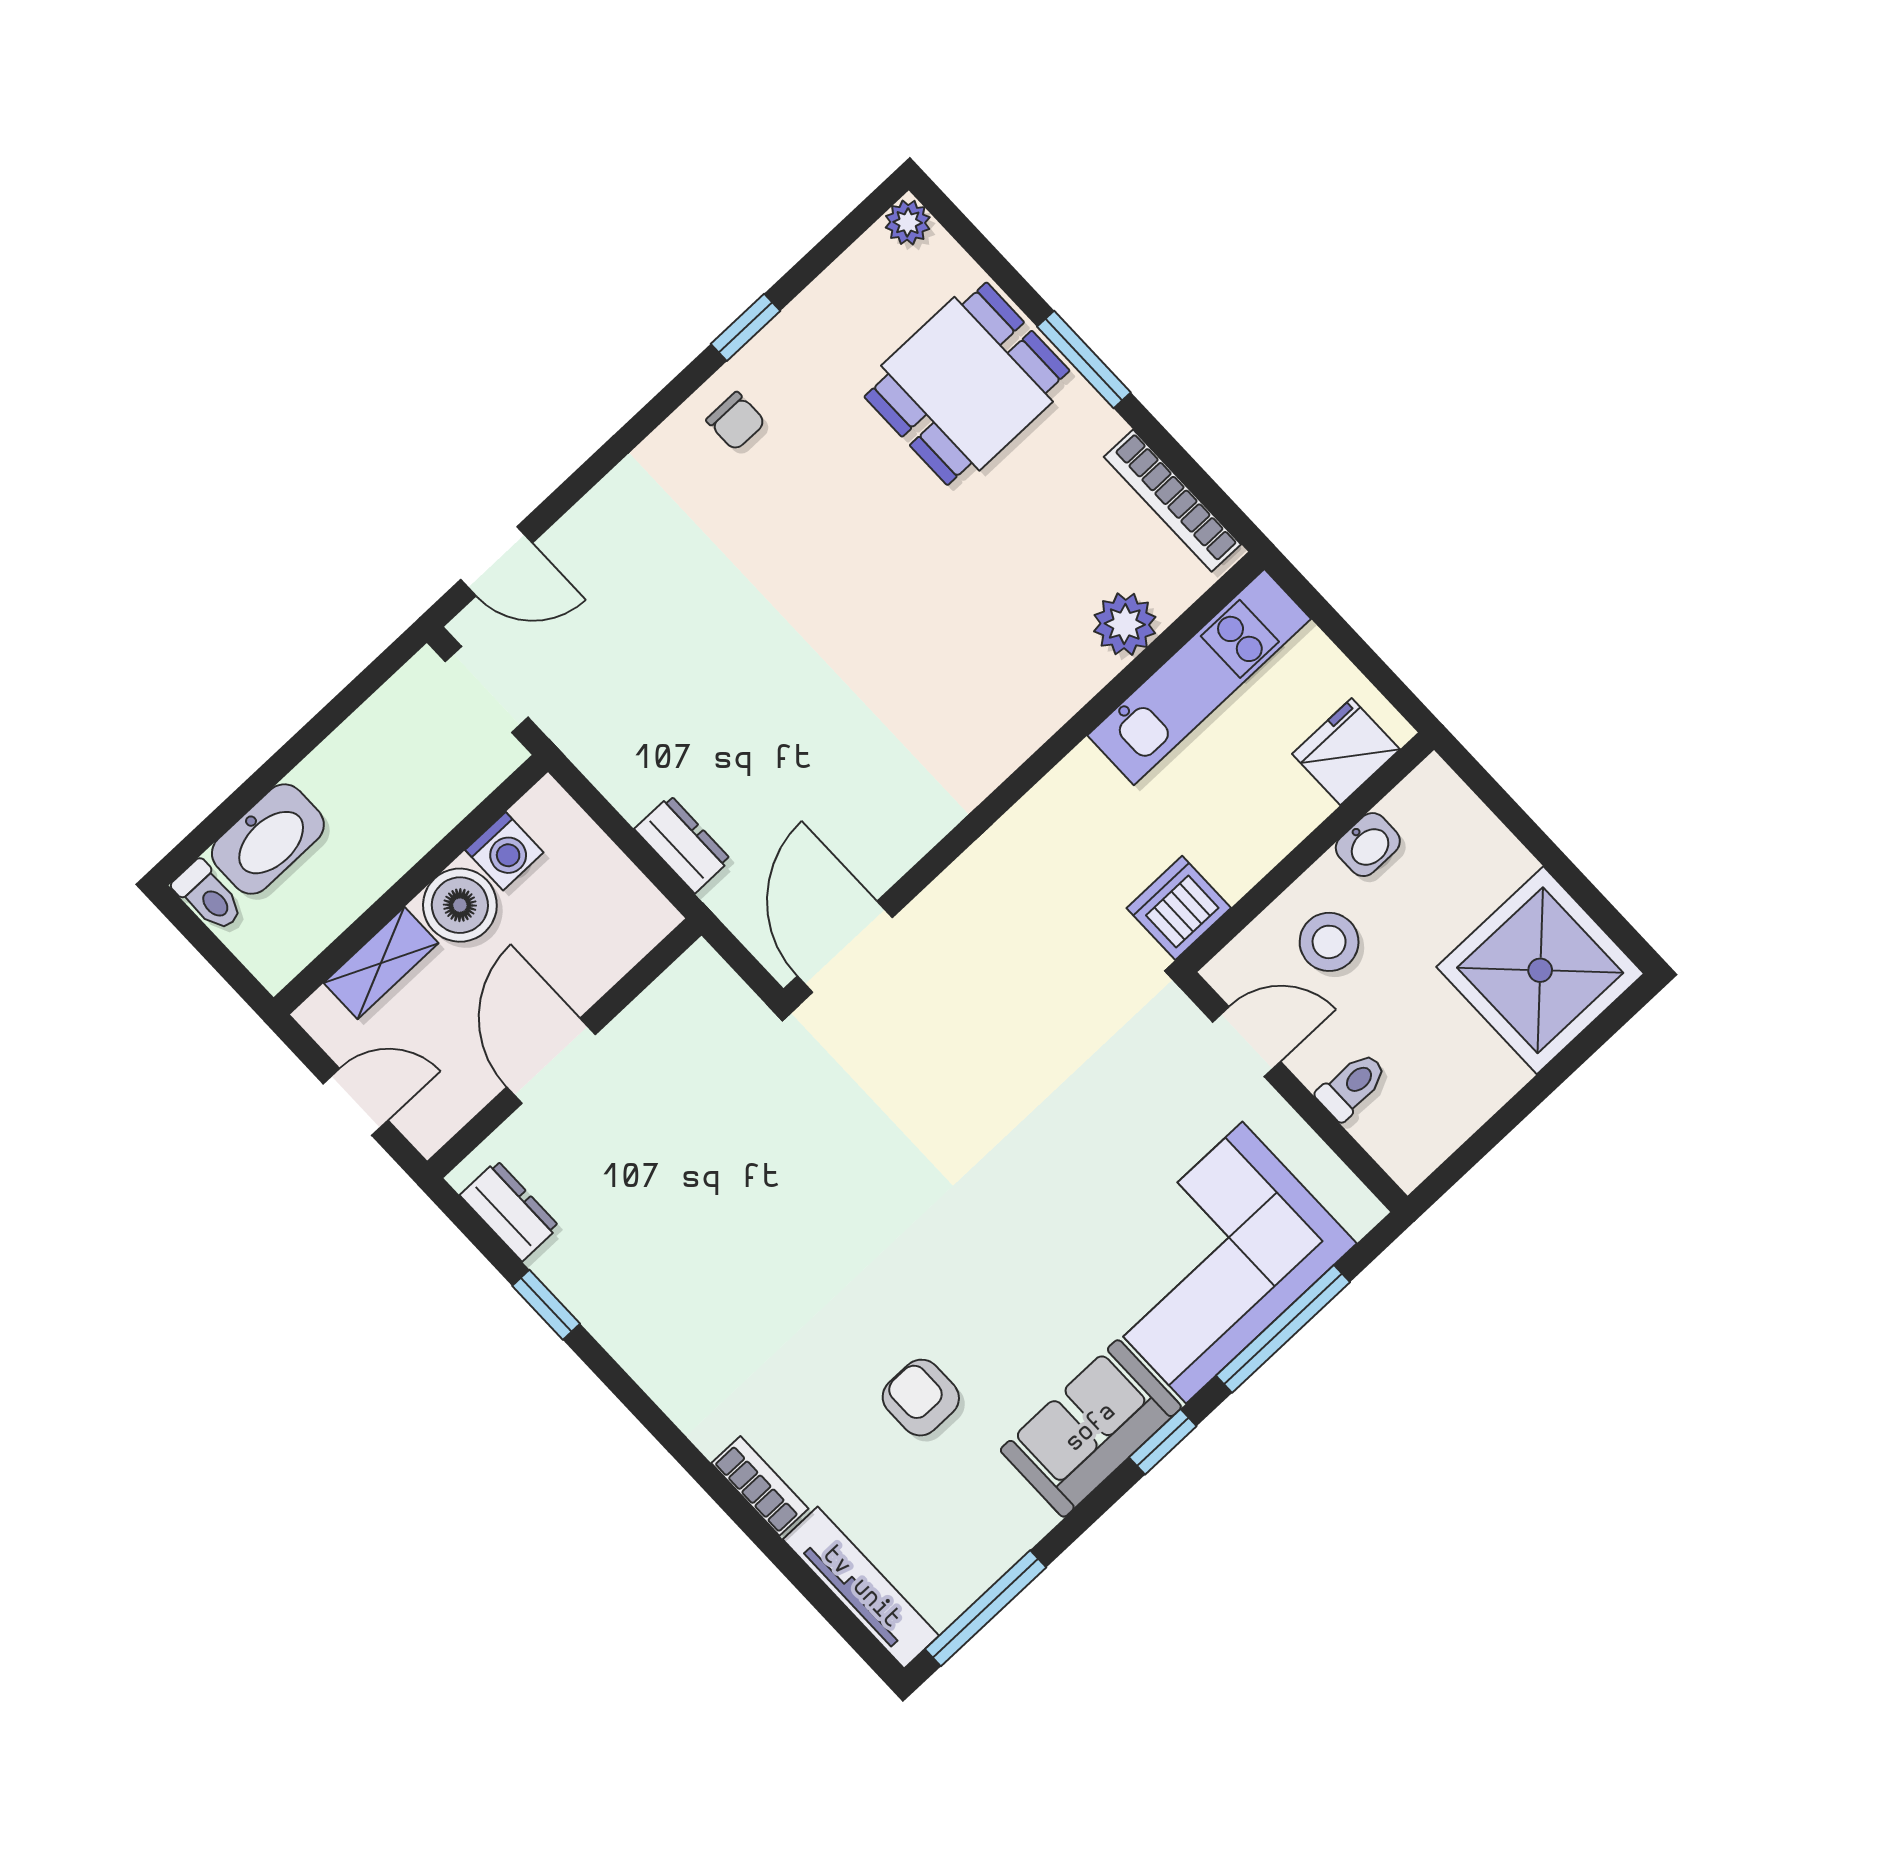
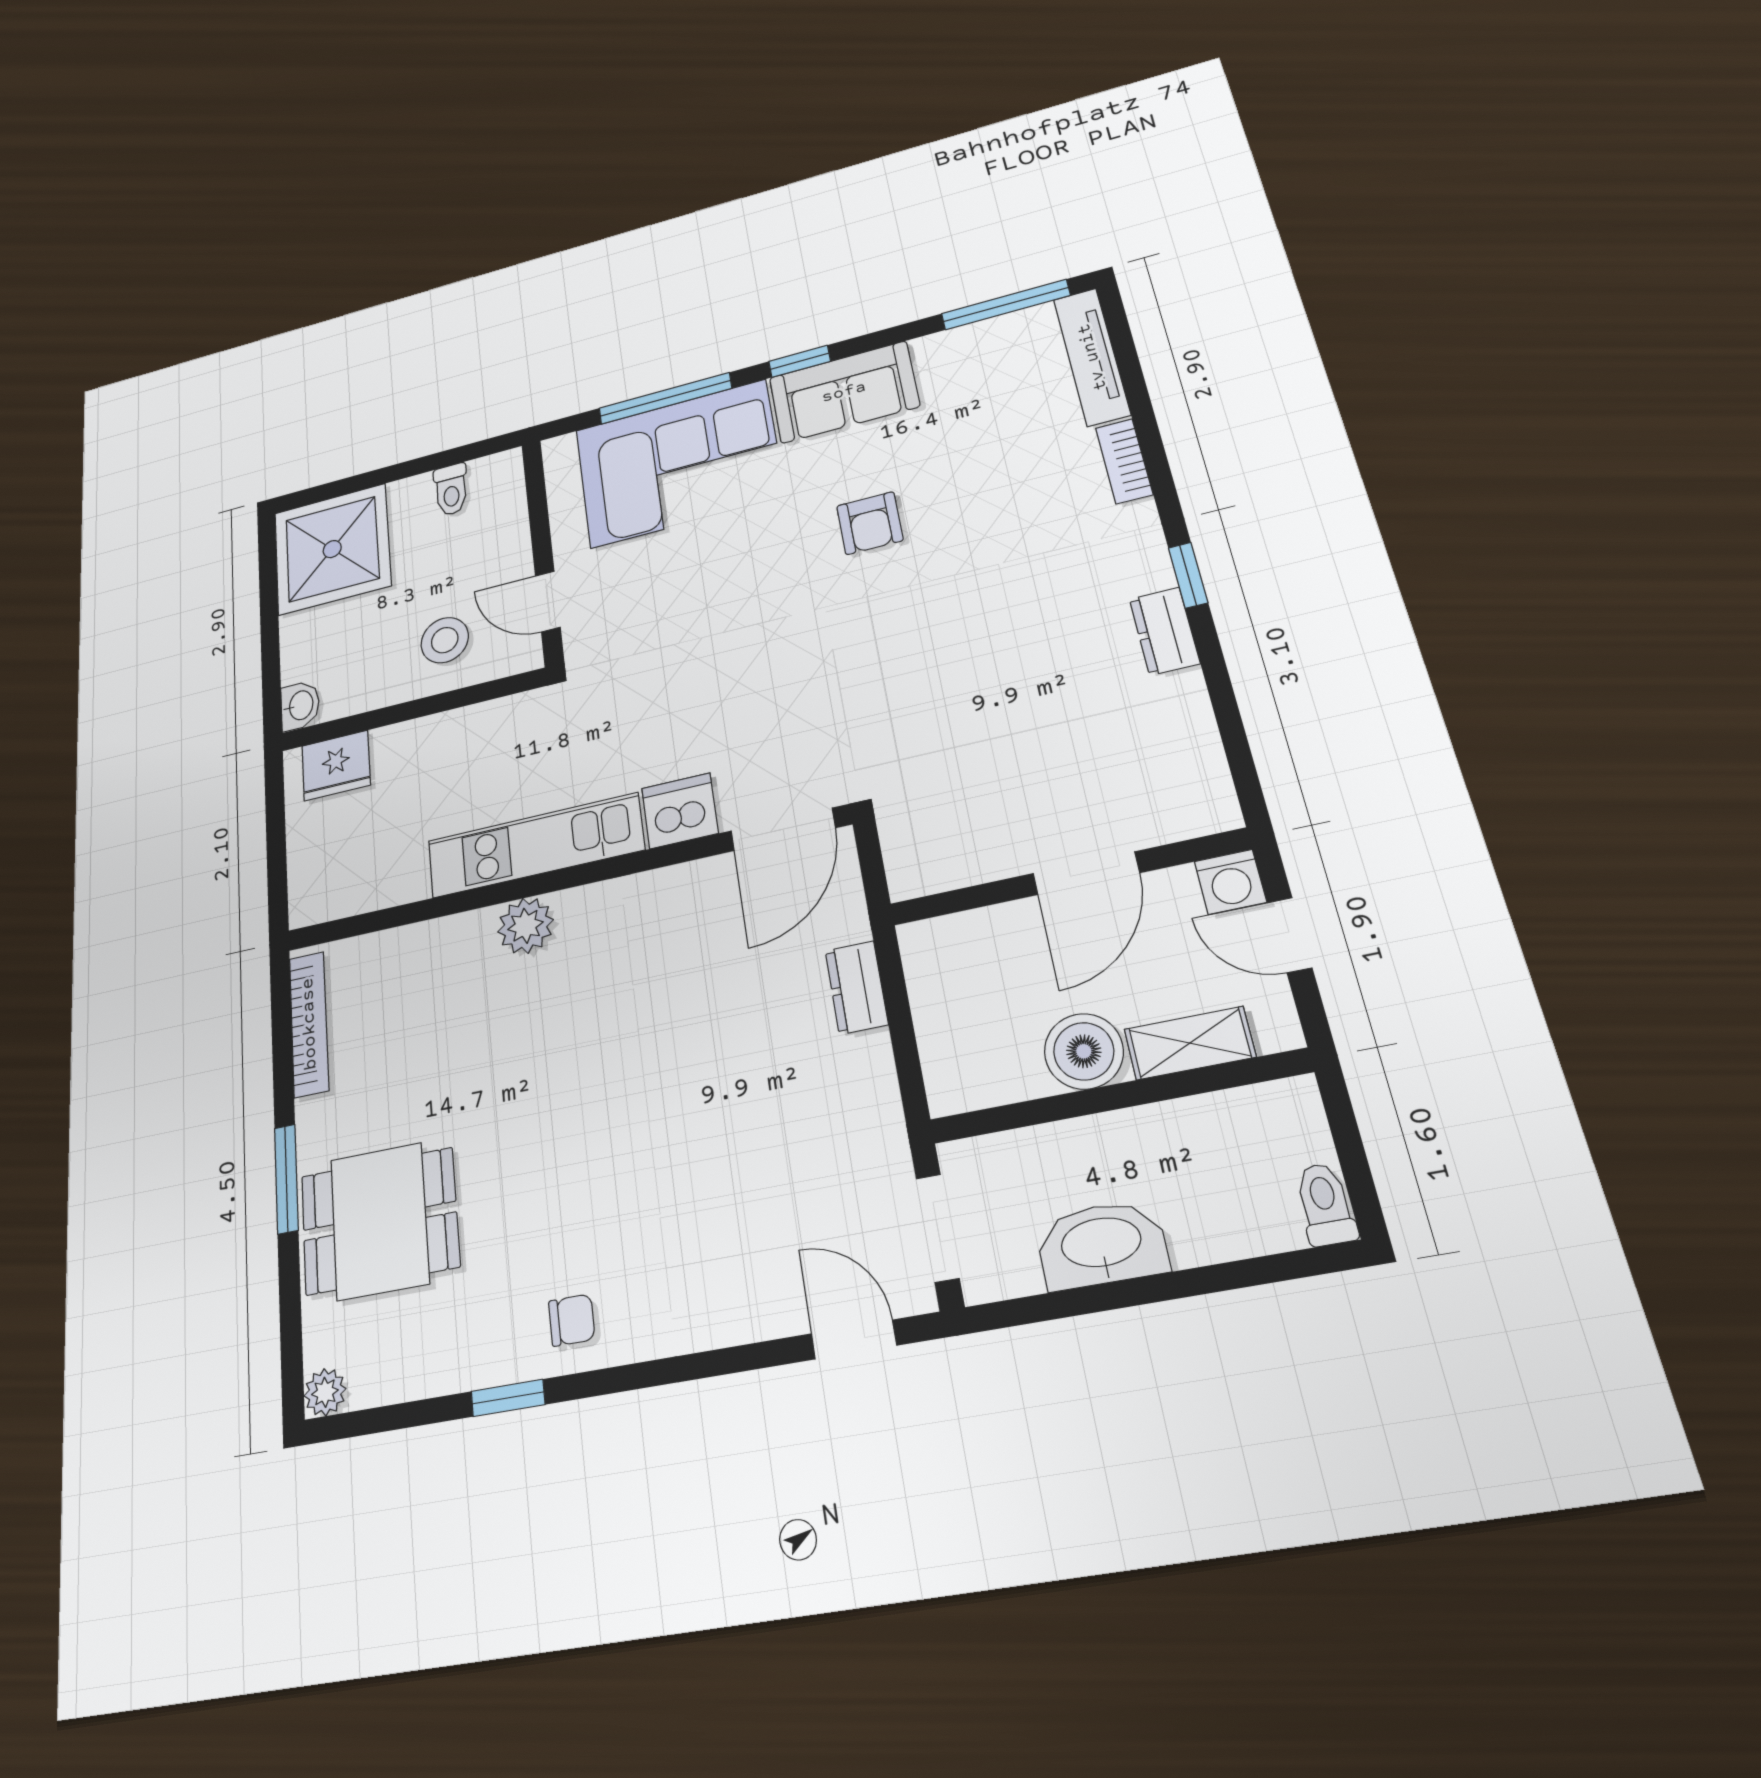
chair: (736, 421) -> (572, 1320), turned 90
plant: (1125, 624) -> (525, 926), moved
kitchen unit: (1199, 677) -> (535, 845), moved
washbasin: (268, 839) -> (1102, 1244), moved
washbasin: (1368, 845) -> (300, 706), moved, turned 90
washing machine: (504, 851) -> (1230, 882), moved, turned 180
dishwasher: (1179, 908) -> (680, 811), moved, turned 180
toilet: (1352, 1086) -> (451, 490), moved, turned -90
dresser: (510, 1211) -> (1164, 631), moved
window: (546, 1305) -> (1188, 575), moved
armchair: (921, 1398) -> (870, 523), moved

